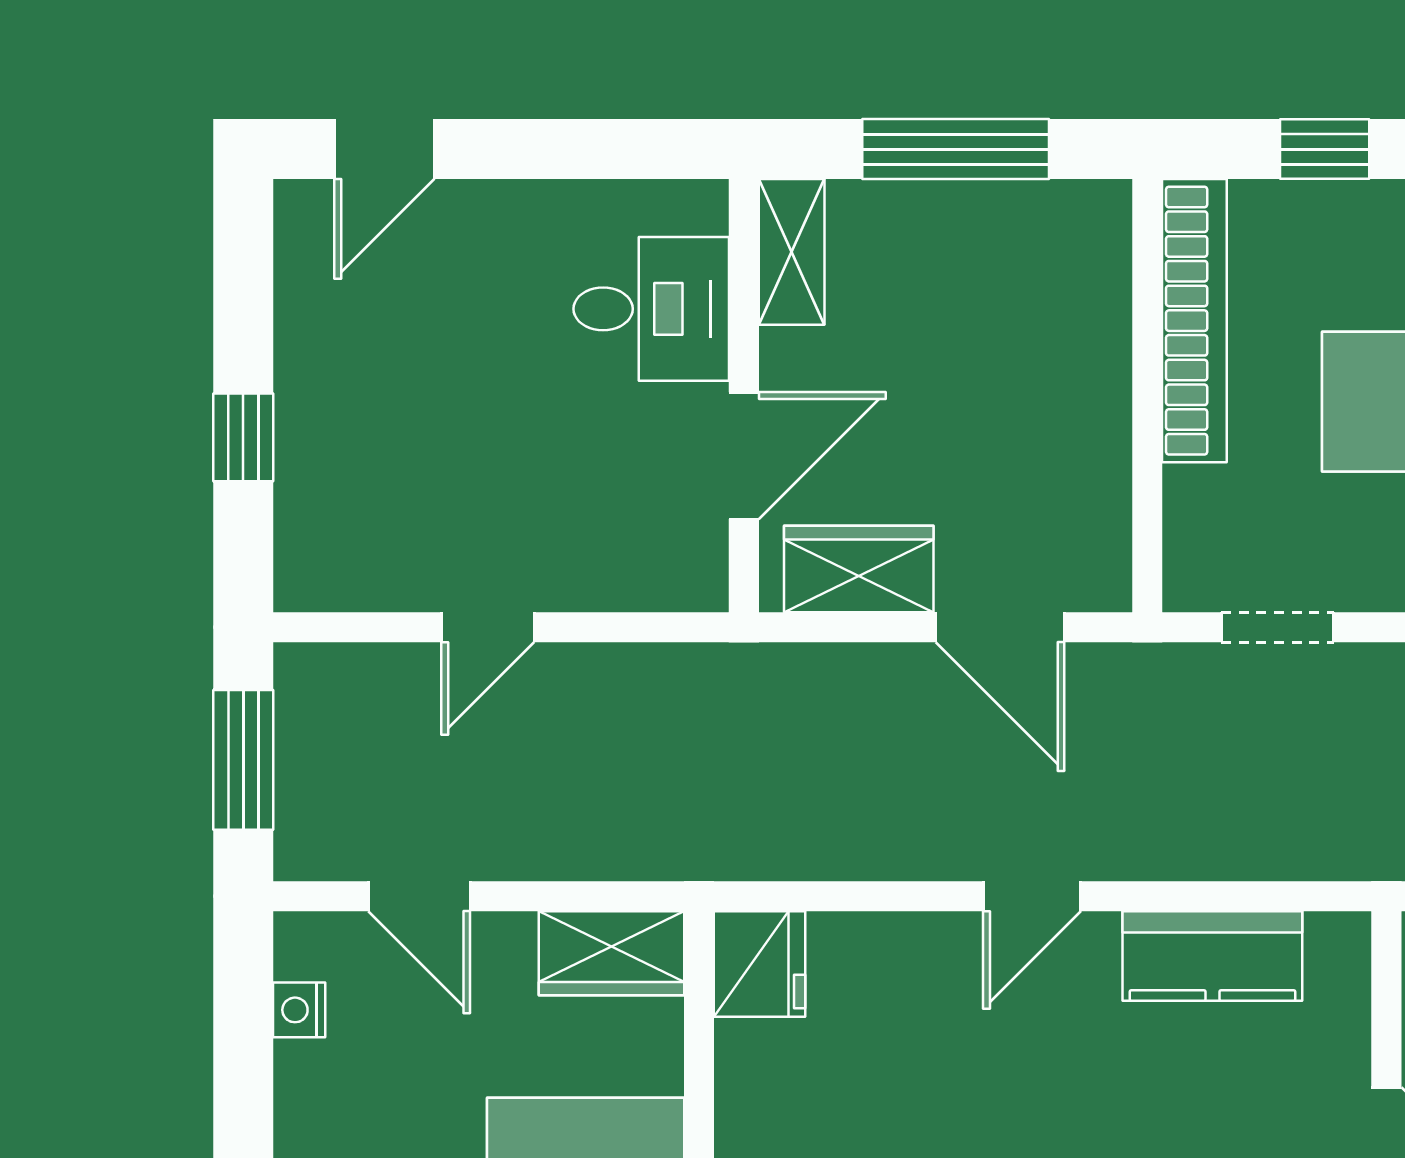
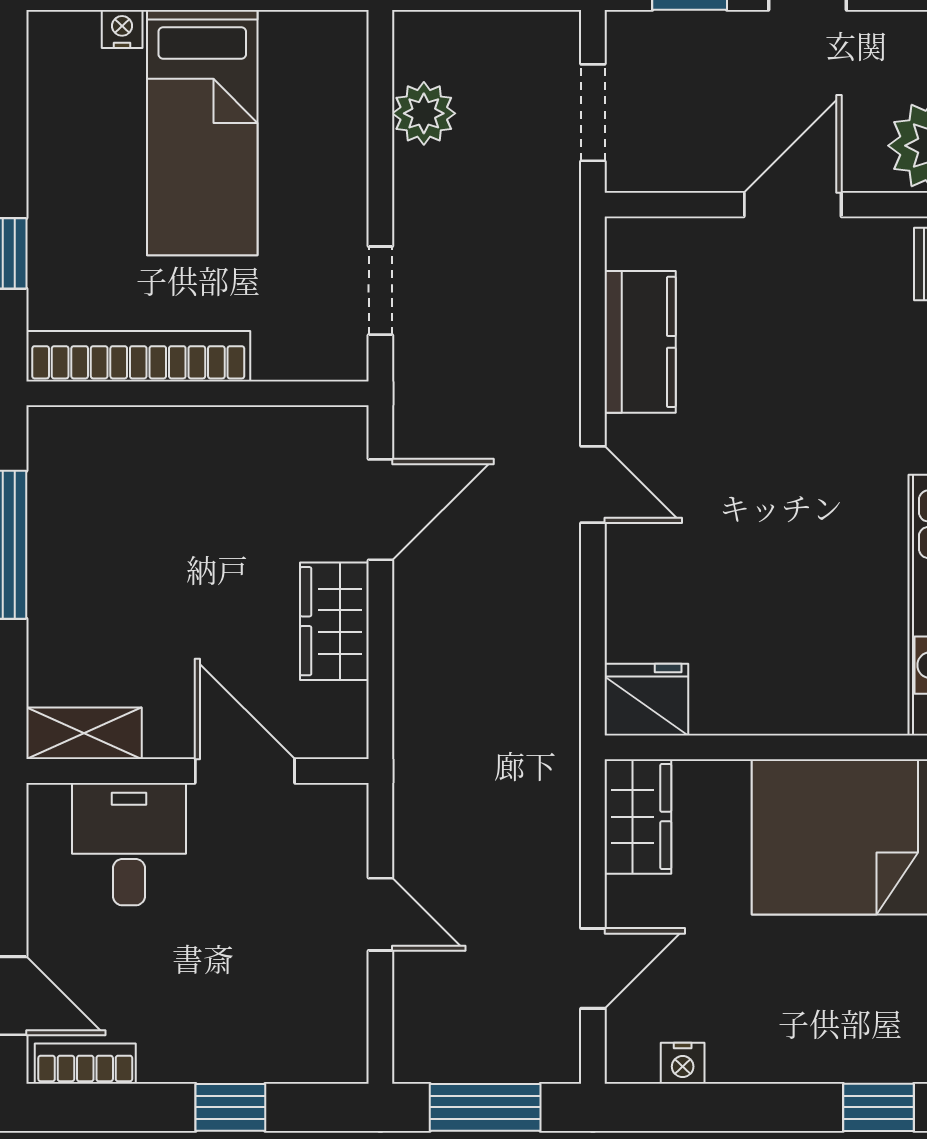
shelving: (792, 252) -> (84, 733), moved
bookcase: (299, 254) -> (85, 1064), added
desk: (651, 309) -> (129, 844), moved
wall: (744, 396) -> (197, 771), moved
door: (744, 456) -> (245, 771), moved

